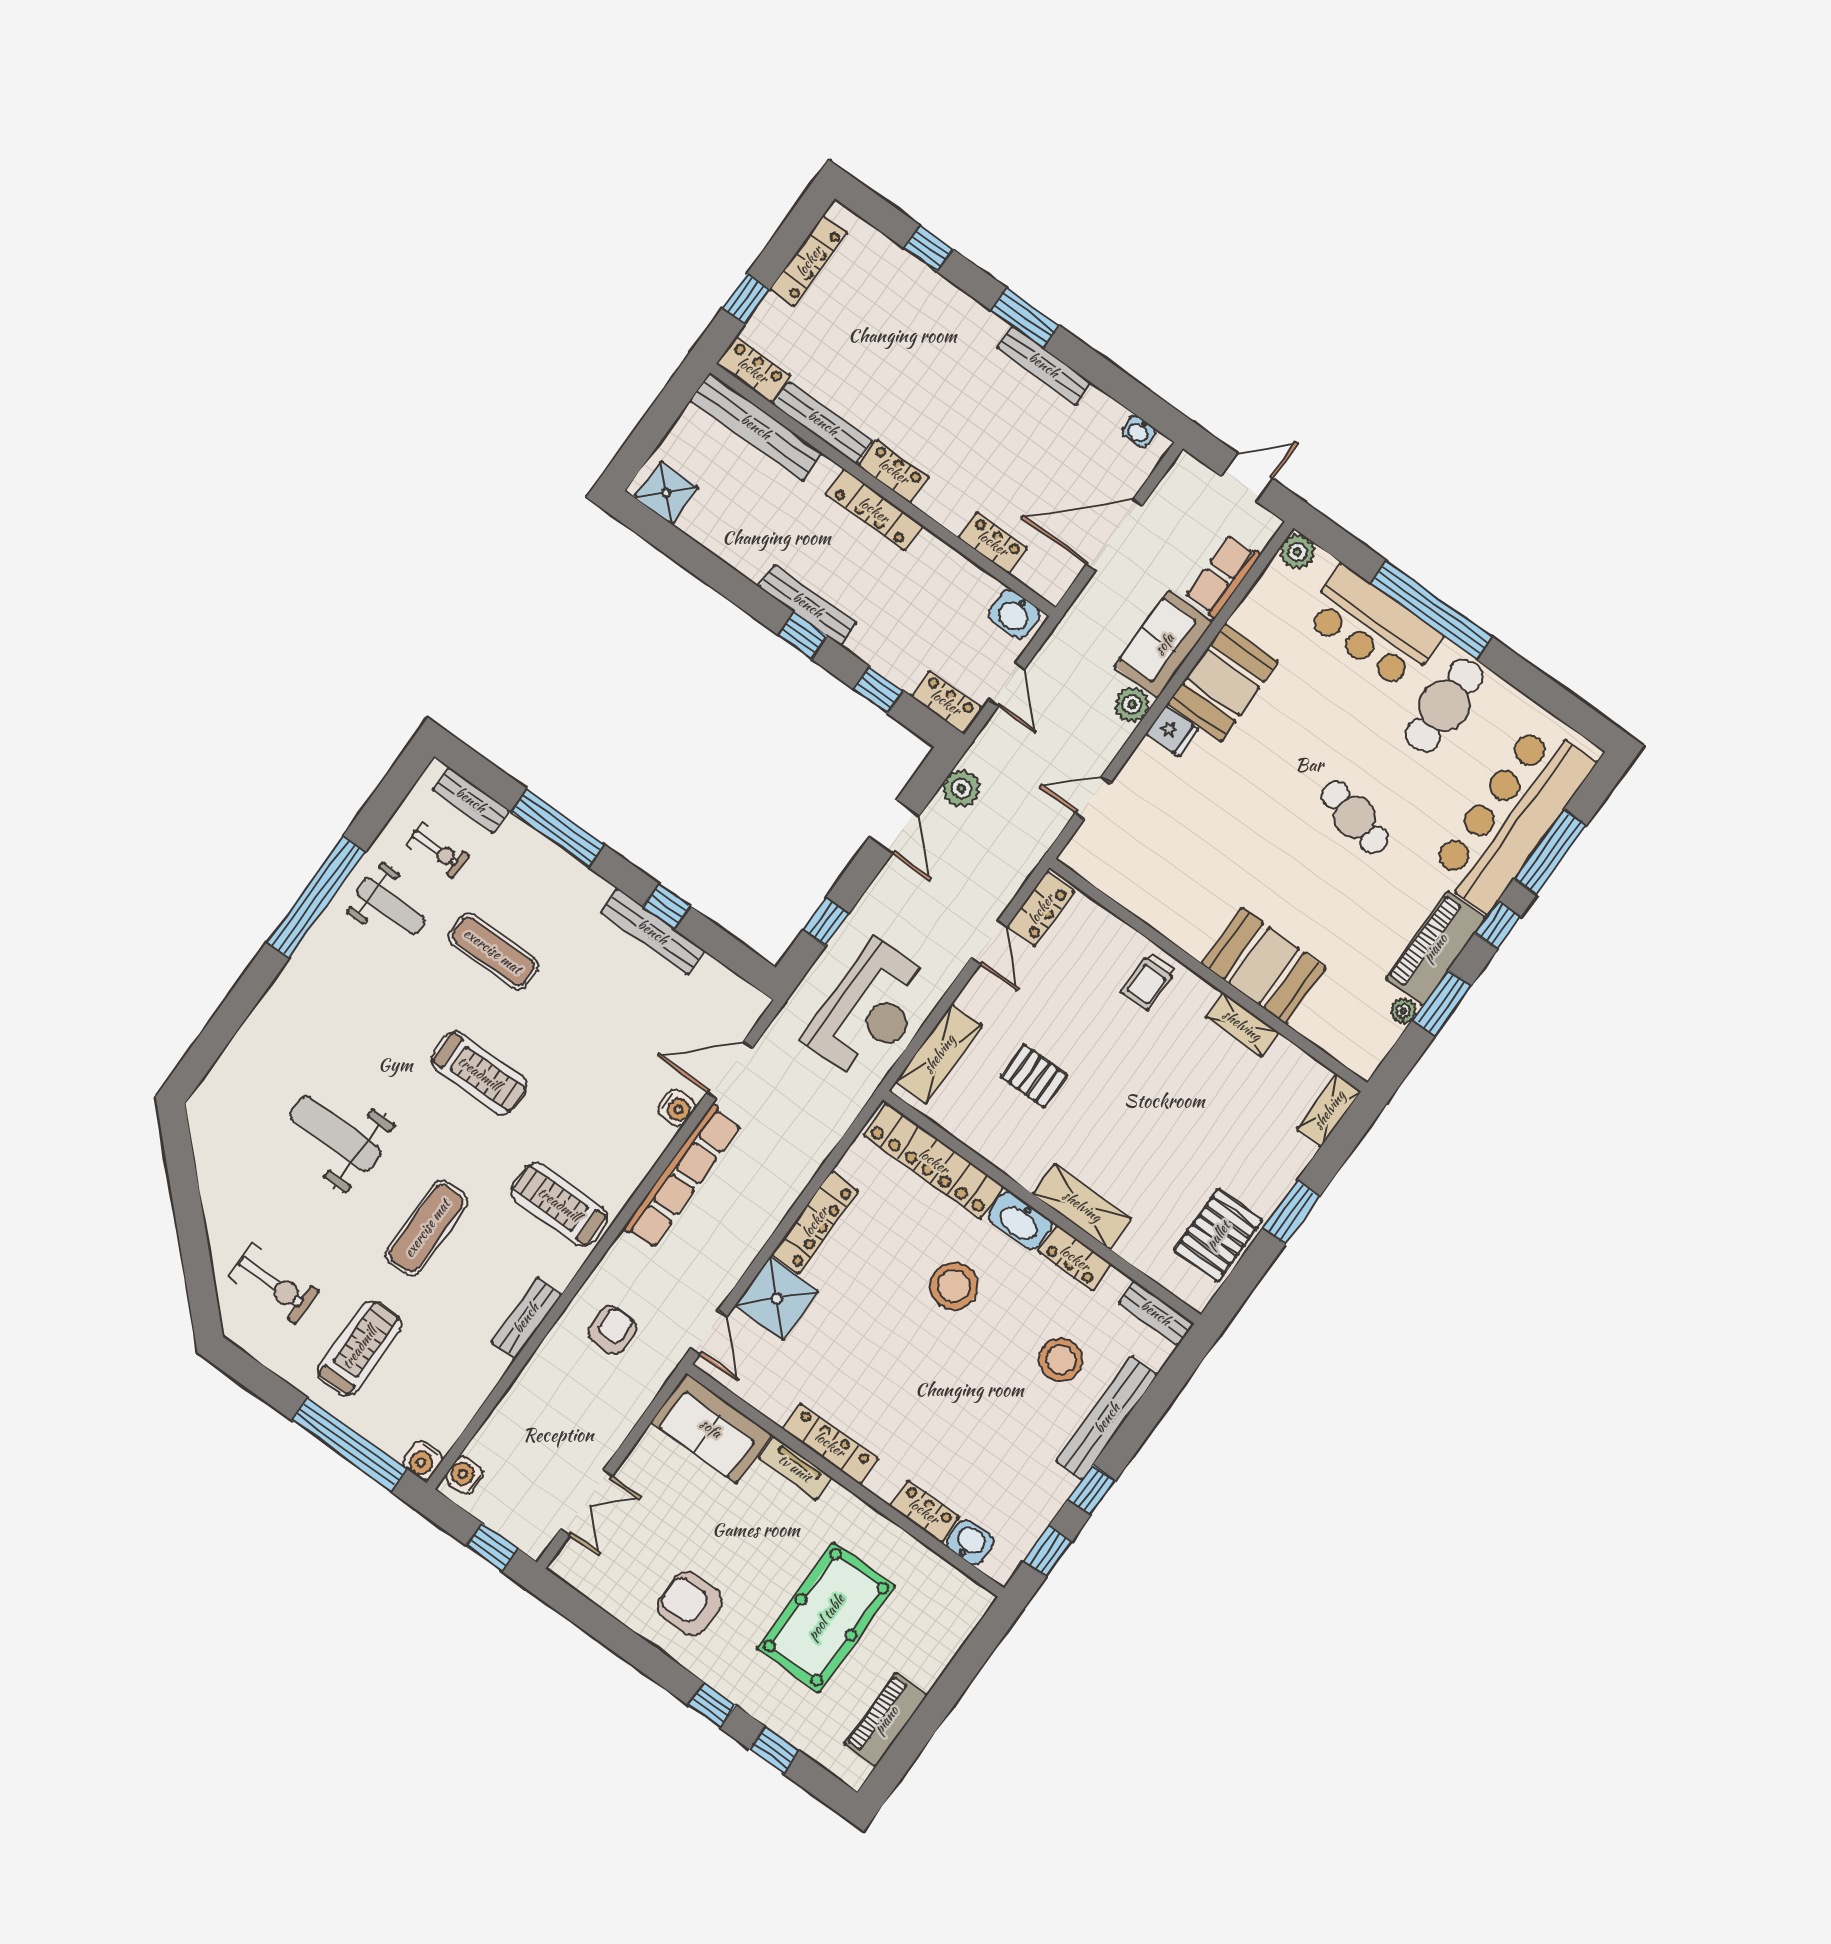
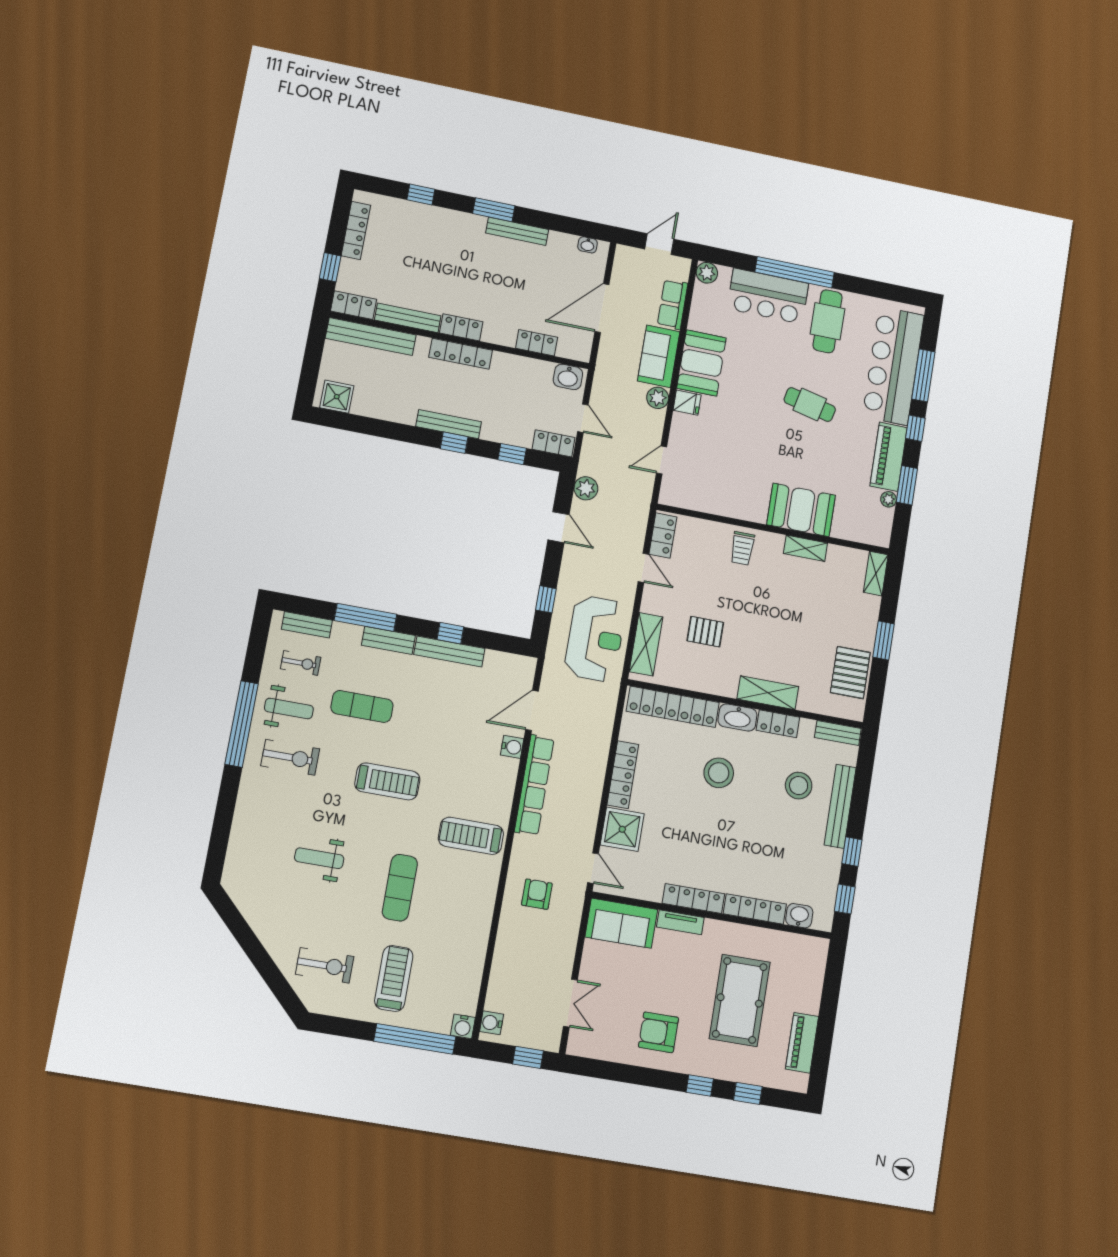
exercise bike: (361, 975) -> (290, 757), added
weight bench: (335, 1134) -> (319, 858), width x0.73, depth x0.75
bench: (526, 1318) -> (388, 640), moved, turned 90
locker: (924, 1511) -> (755, 909), width x1.53

